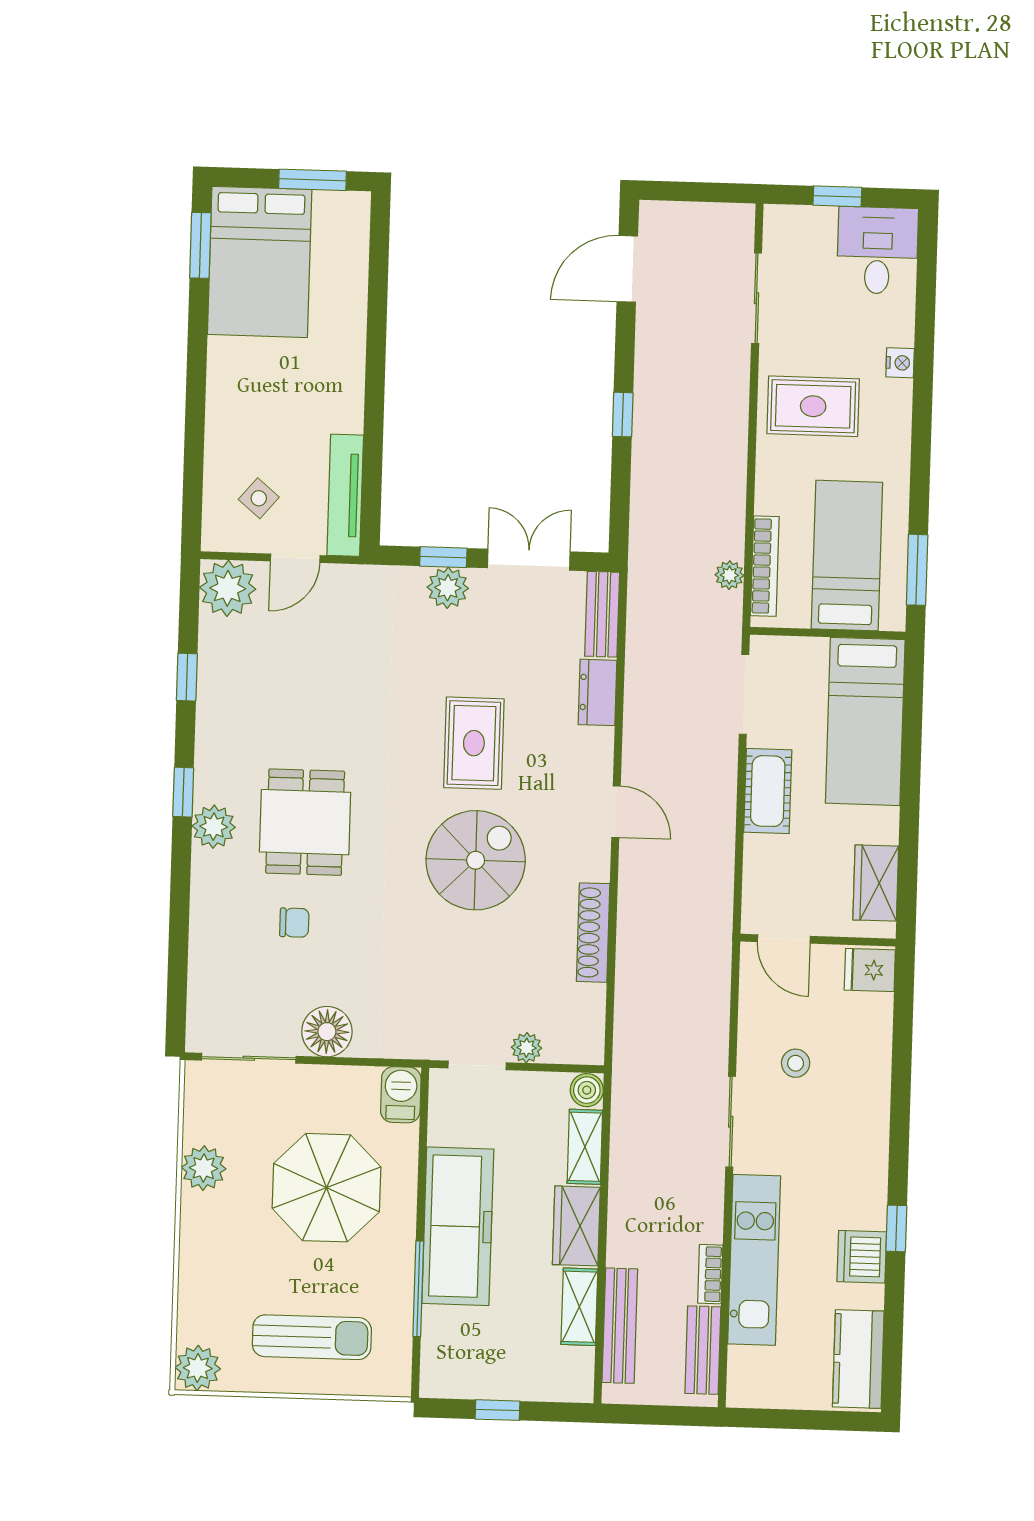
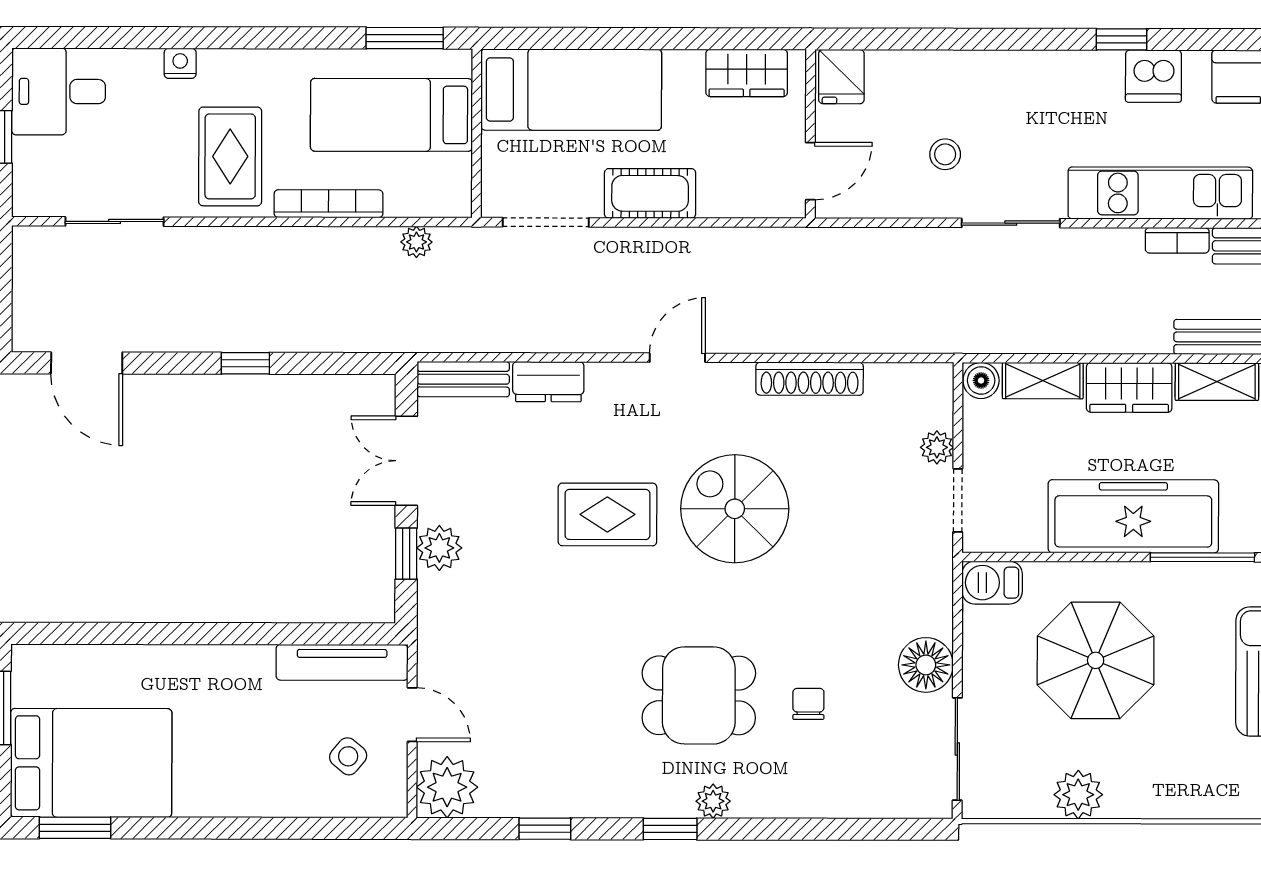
bookcase: (765, 566) -> (329, 204), moved
plant: (214, 827) -> (713, 801), width x0.73, depth x0.73

